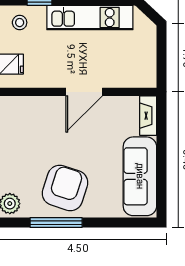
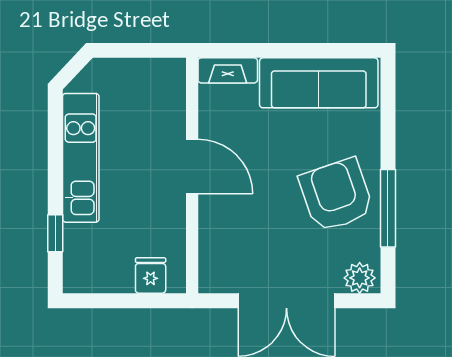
stool: (20, 23) -> (88, 263), removed
armchair: (65, 188) -> (336, 195), turned 53

